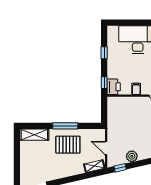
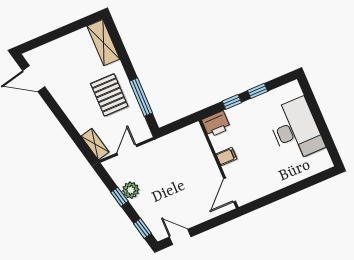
window: (104, 83) -> (232, 102), moved
window: (65, 126) -> (141, 97), moved
window: (120, 168) -> (119, 197), moved

